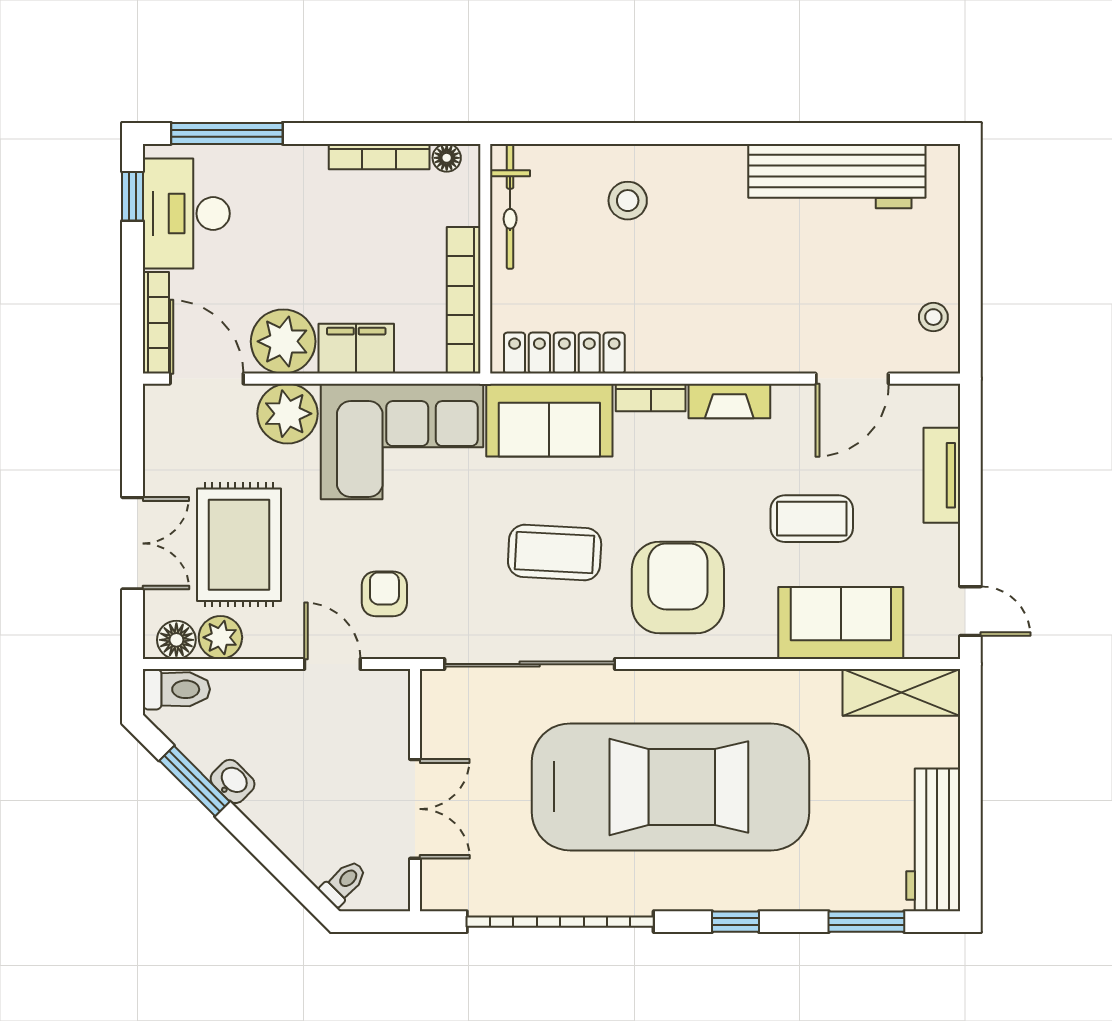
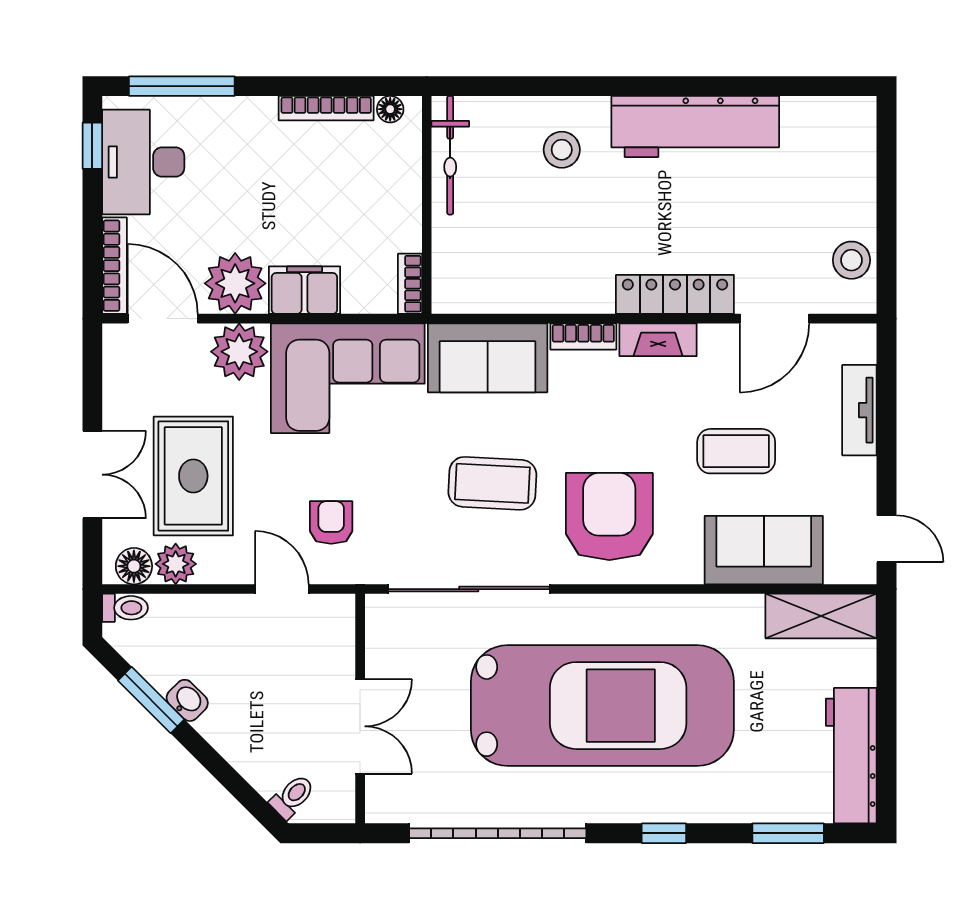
workbench: (837, 176) -> (695, 127), moved
bookcase: (464, 300) -> (410, 284), width x0.43, depth x0.76
stool: (933, 317) -> (851, 260), width x1.37, depth x1.37
locker: (564, 353) -> (675, 294), moved
toilet: (176, 689) -> (125, 608), width x0.73, depth x0.72

